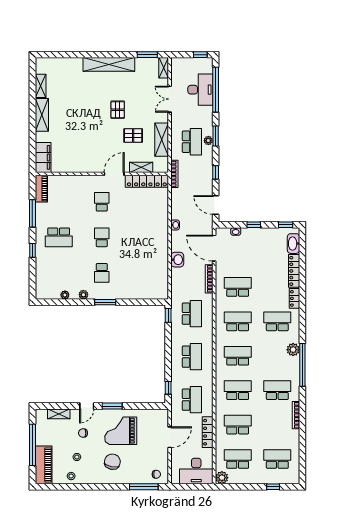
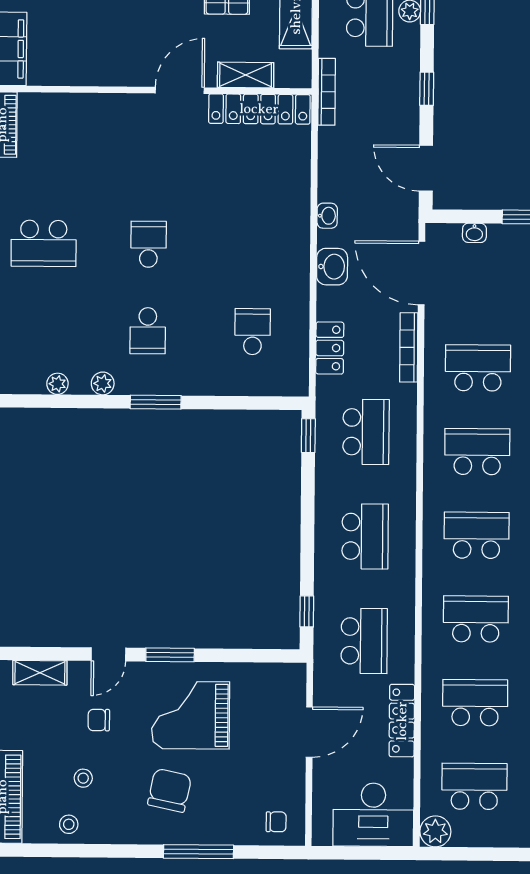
school desk: (102, 202) -> (253, 332), moved
washbasin: (177, 260) -> (332, 267), moved
locker: (177, 279) -> (330, 348), added
window: (144, 487) -> (199, 852), moved

